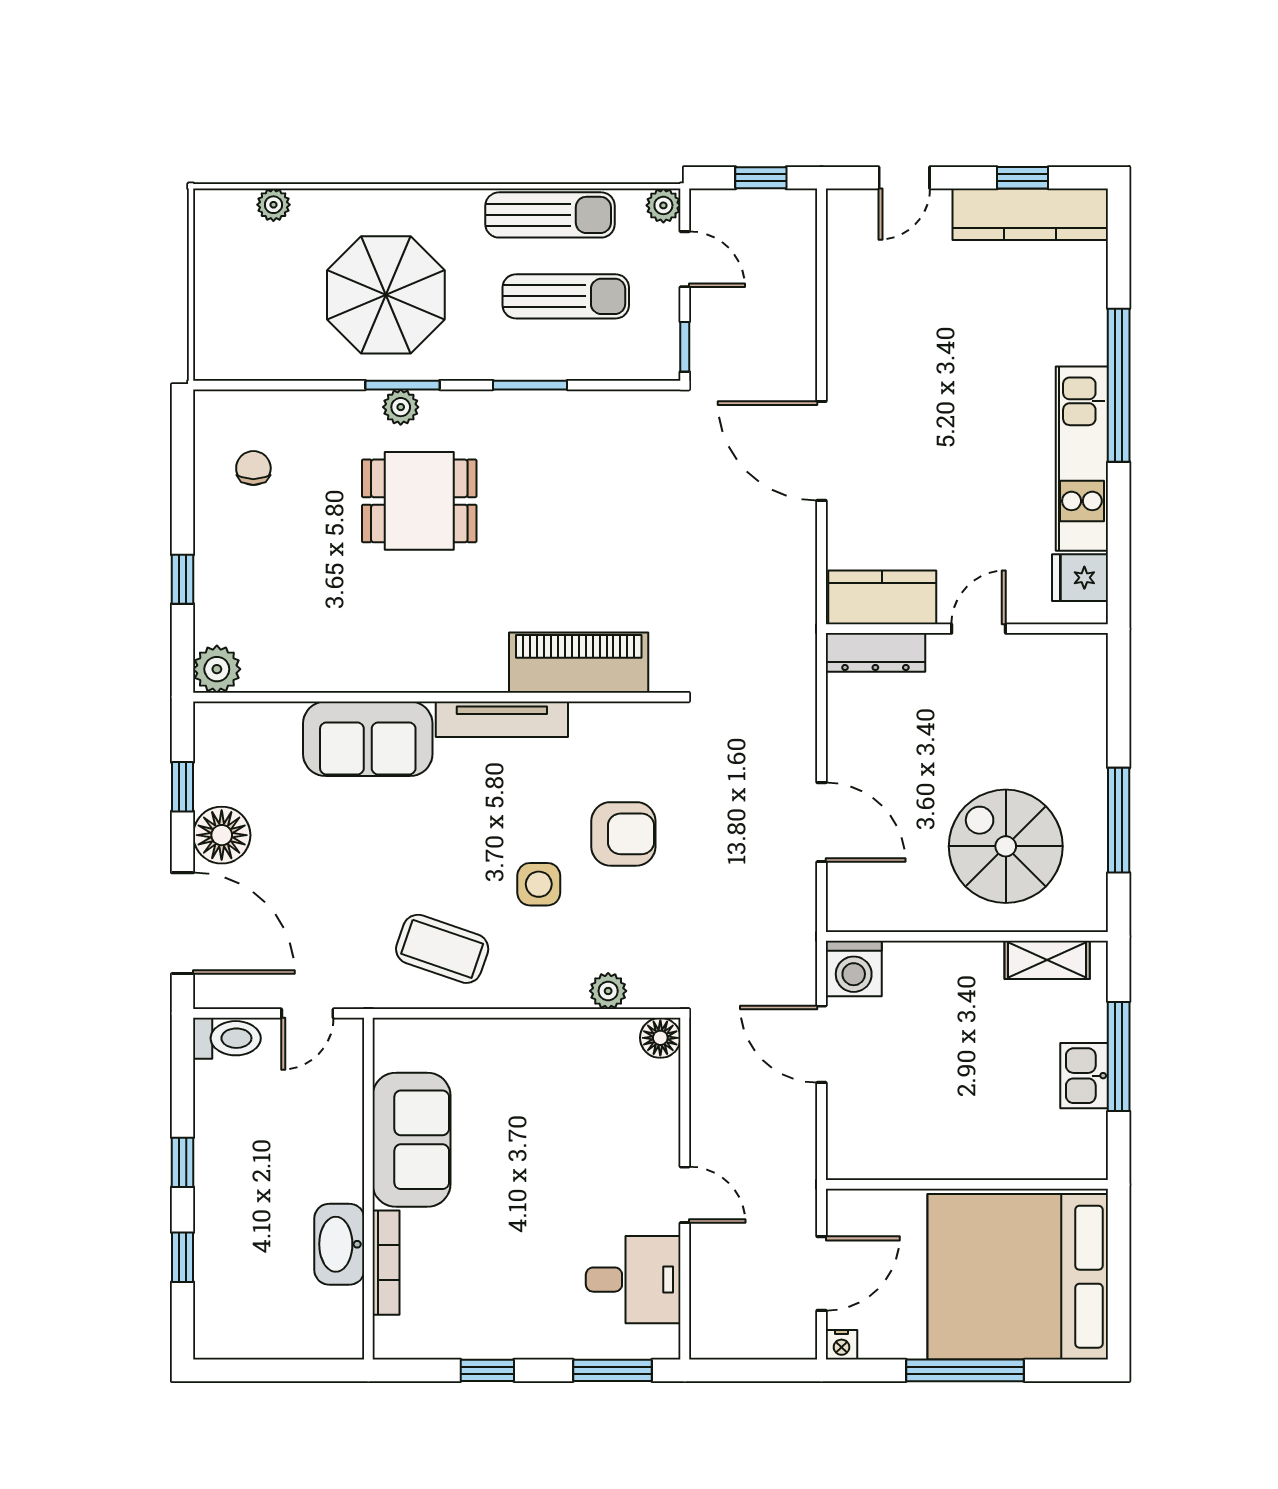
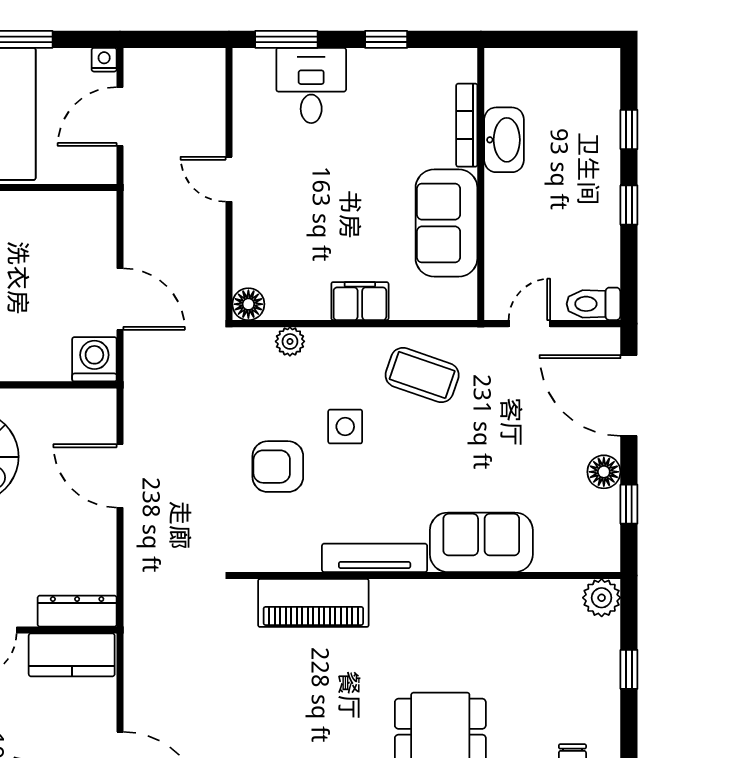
floor lamp: (222, 835) -> (604, 472), width x0.73, depth x0.73
filing cabinet: (520, 1042) -> (360, 301), added
desk: (633, 1280) -> (311, 86), moved, turned 90

